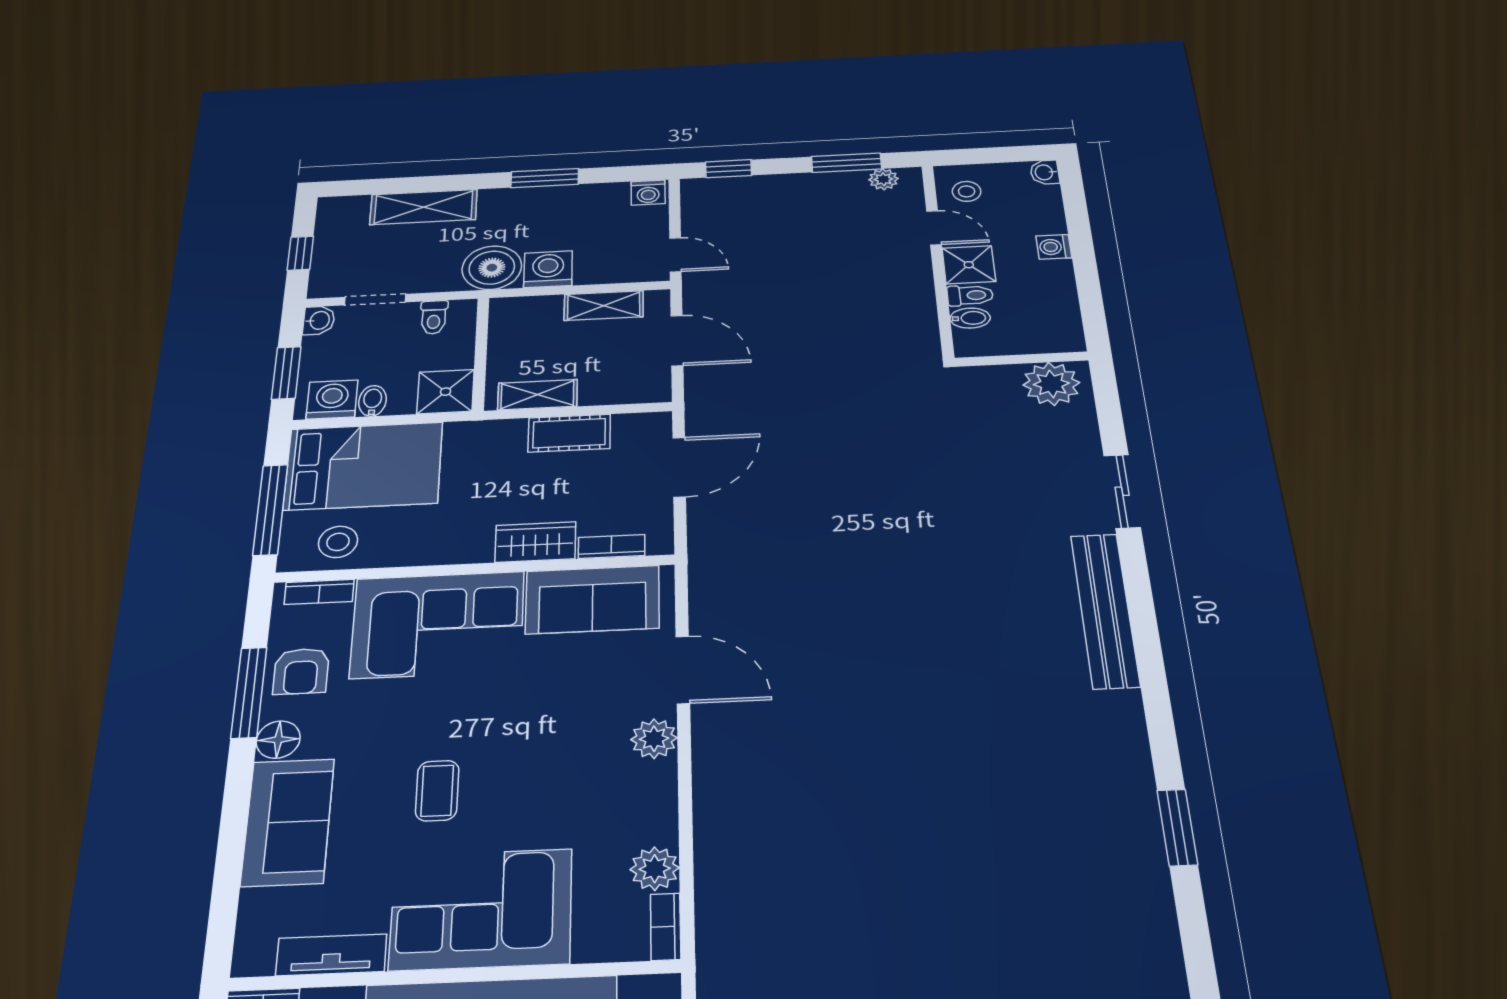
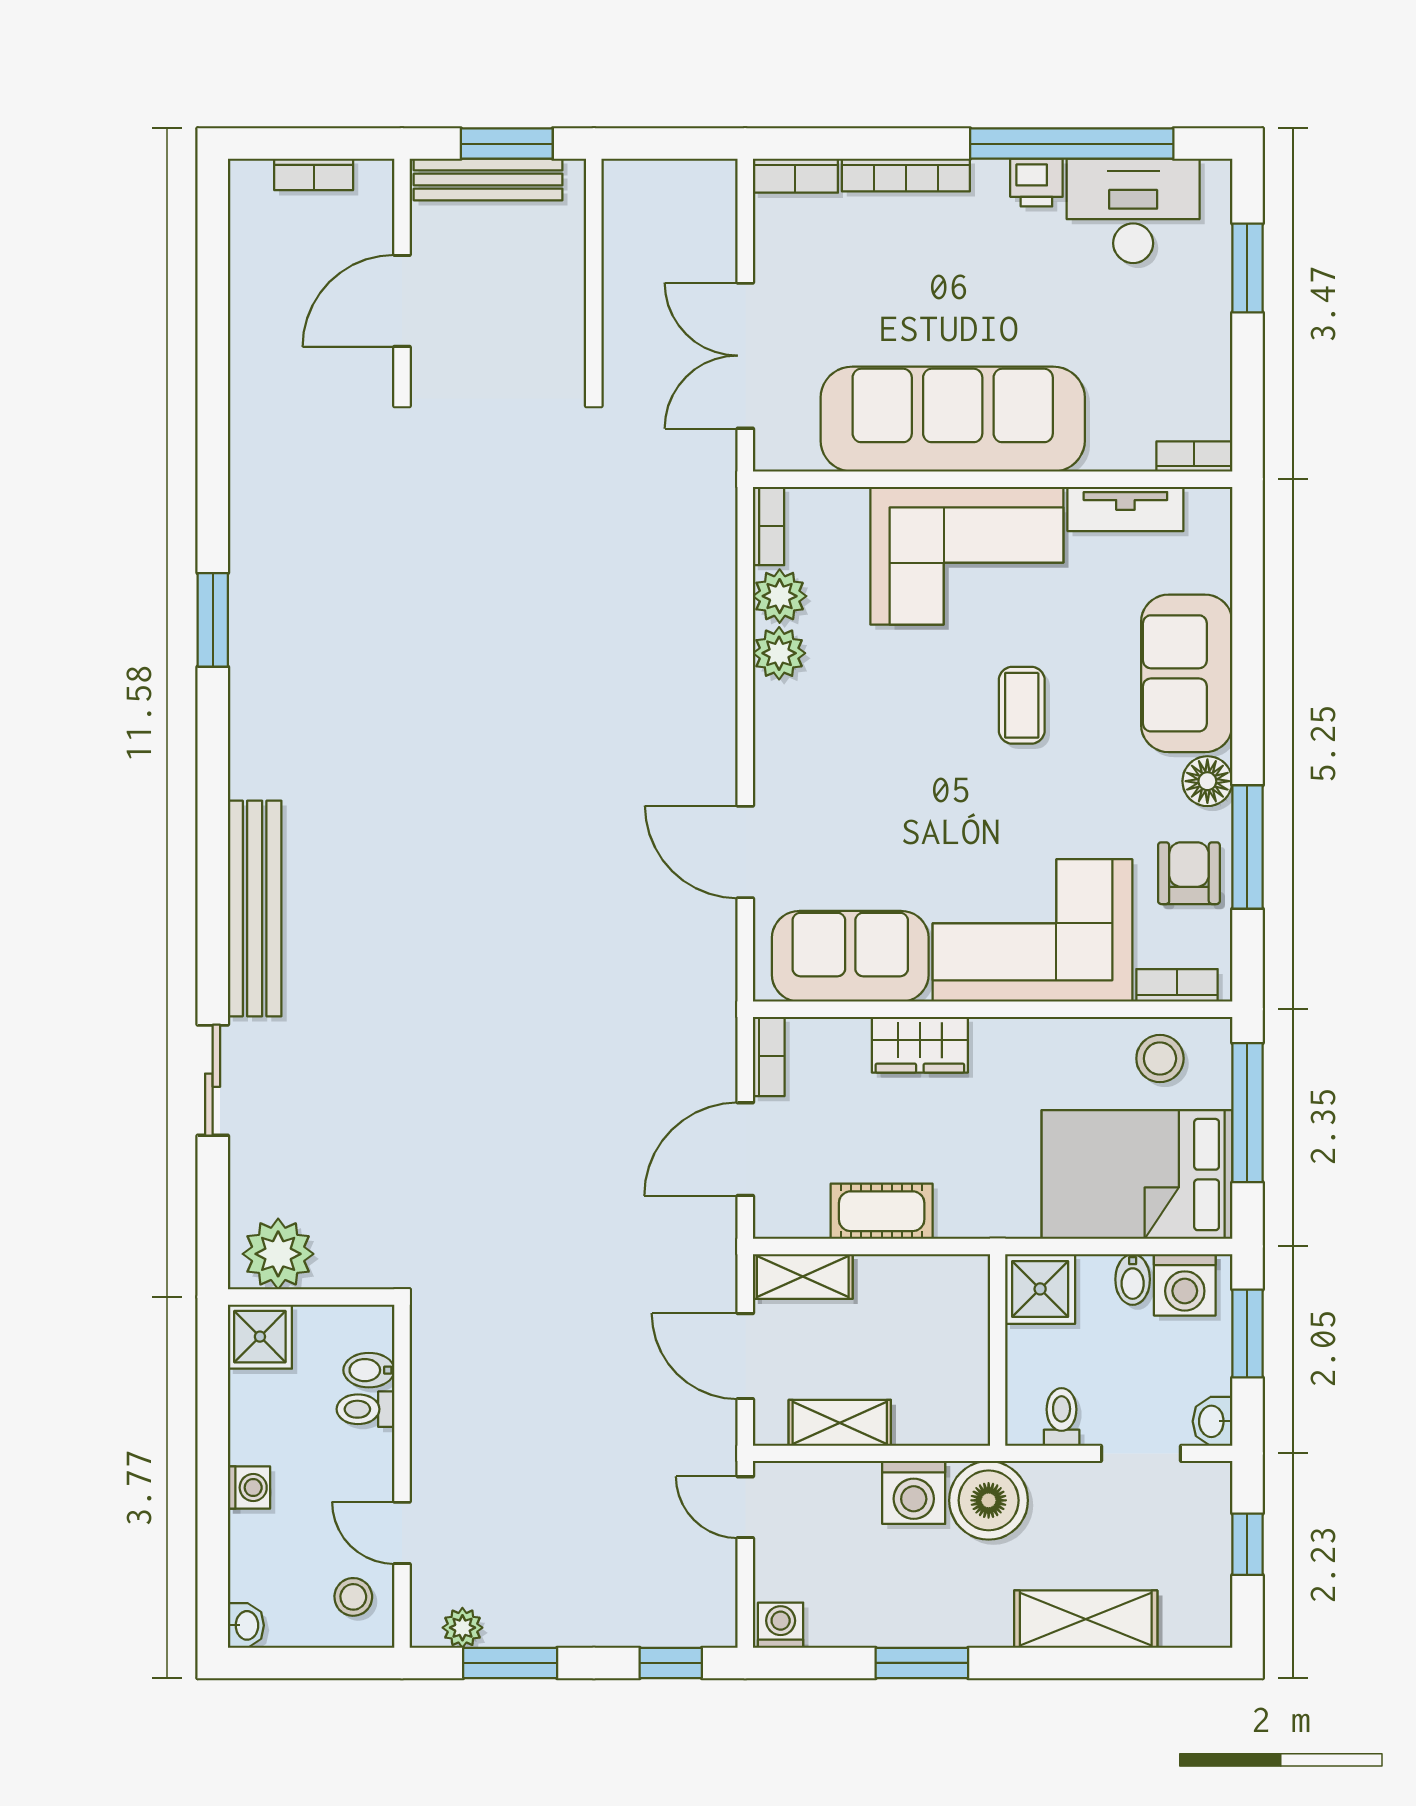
shower: (969, 265) -> (260, 1337), moved
shelving: (538, 395) -> (803, 1276), moved
bookcase: (612, 547) -> (769, 1056), moved, turned -90
plant: (654, 739) -> (779, 653), moved

